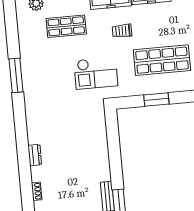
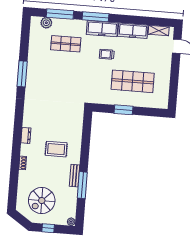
checkout: (96, 73) -> (82, 82), removed
rug: (77, 166) -> (56, 149), added

